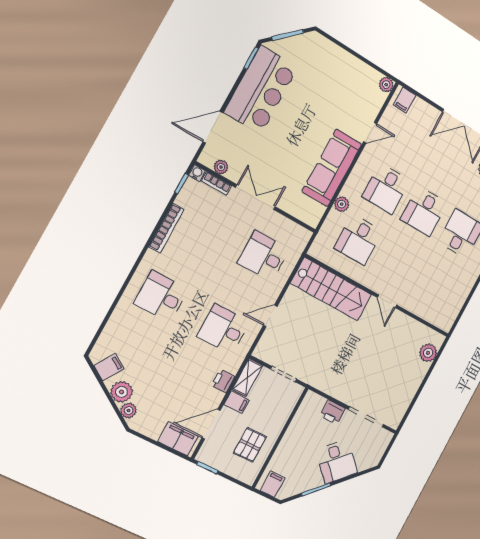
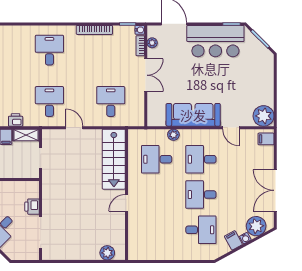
plant: (386, 85) -> (264, 116), width x1.87, depth x1.87

